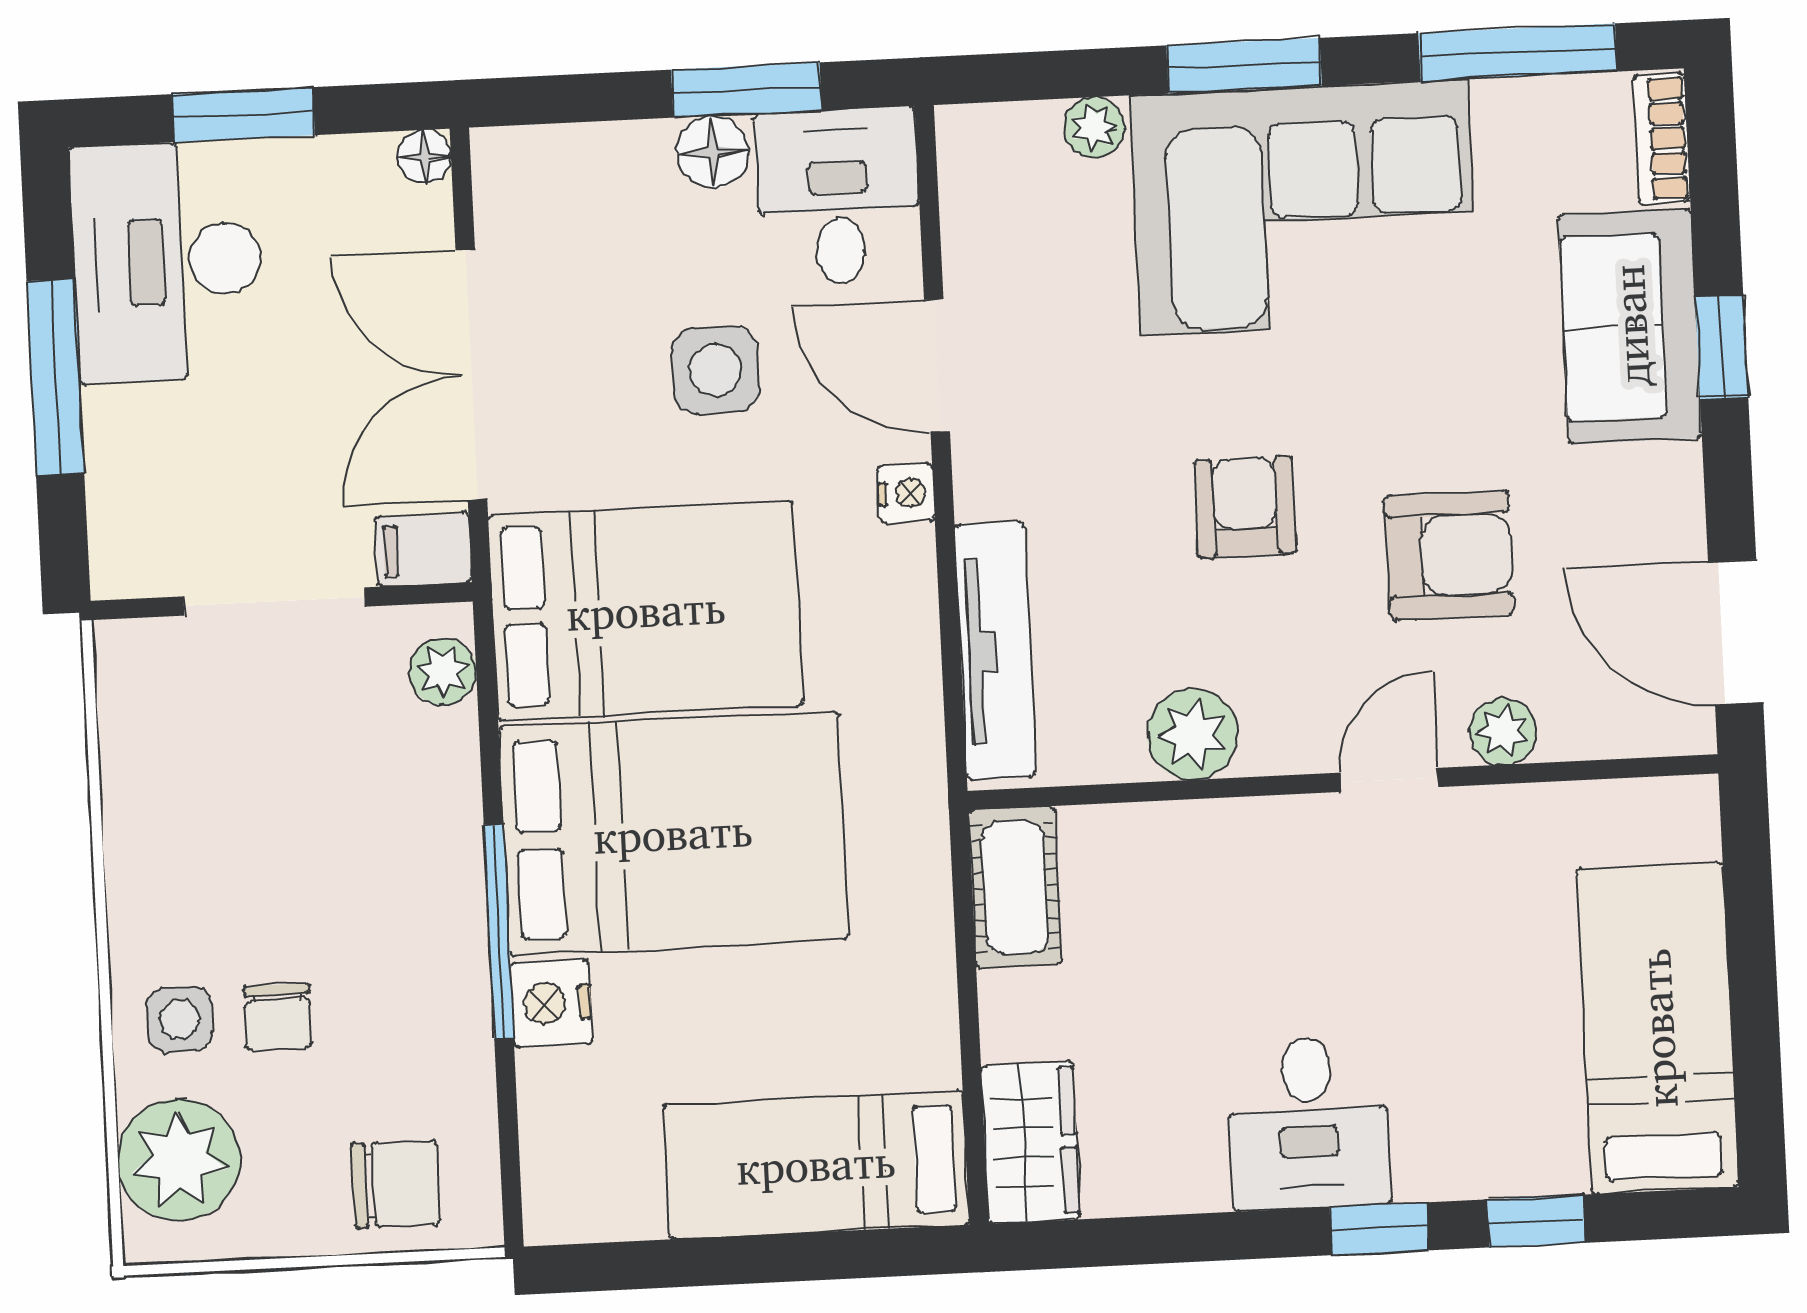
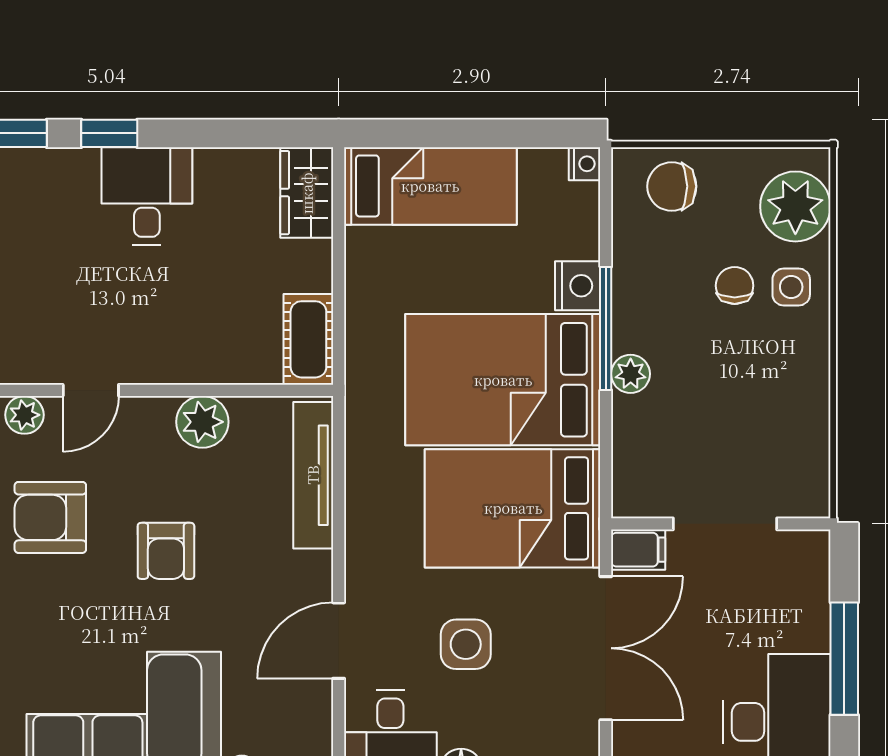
door: (937, 366) -> (339, 641), swing flipped
nightstand: (906, 493) -> (584, 164), moved, turned 180
plant: (443, 672) -> (631, 374), moved

